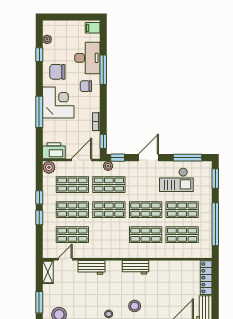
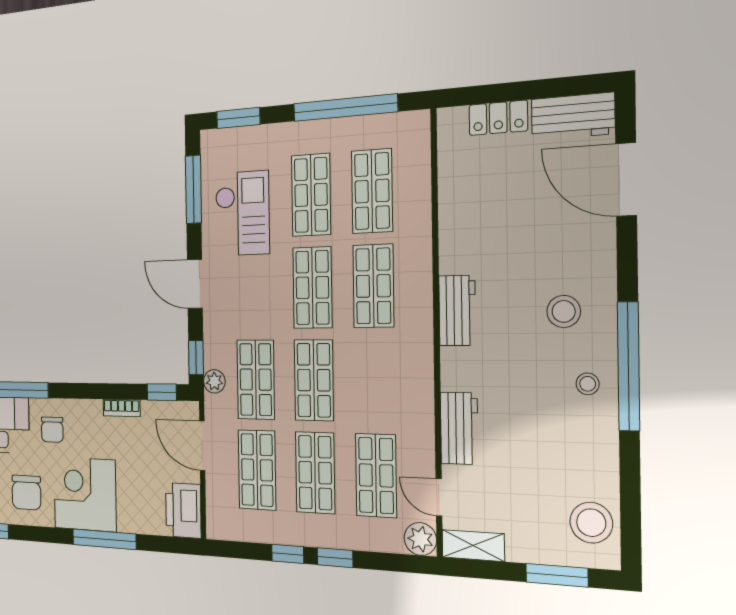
plant: (49, 167) -> (420, 539), moved
locker: (206, 278) -> (498, 118), width x0.66

